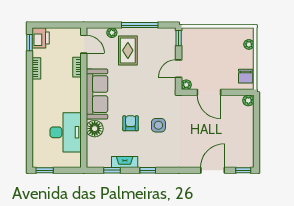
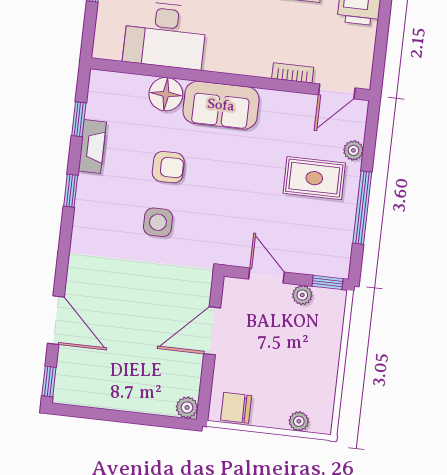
plant: (186, 85) -> (302, 295), moved
sofa: (97, 94) -> (221, 105), width x0.73

